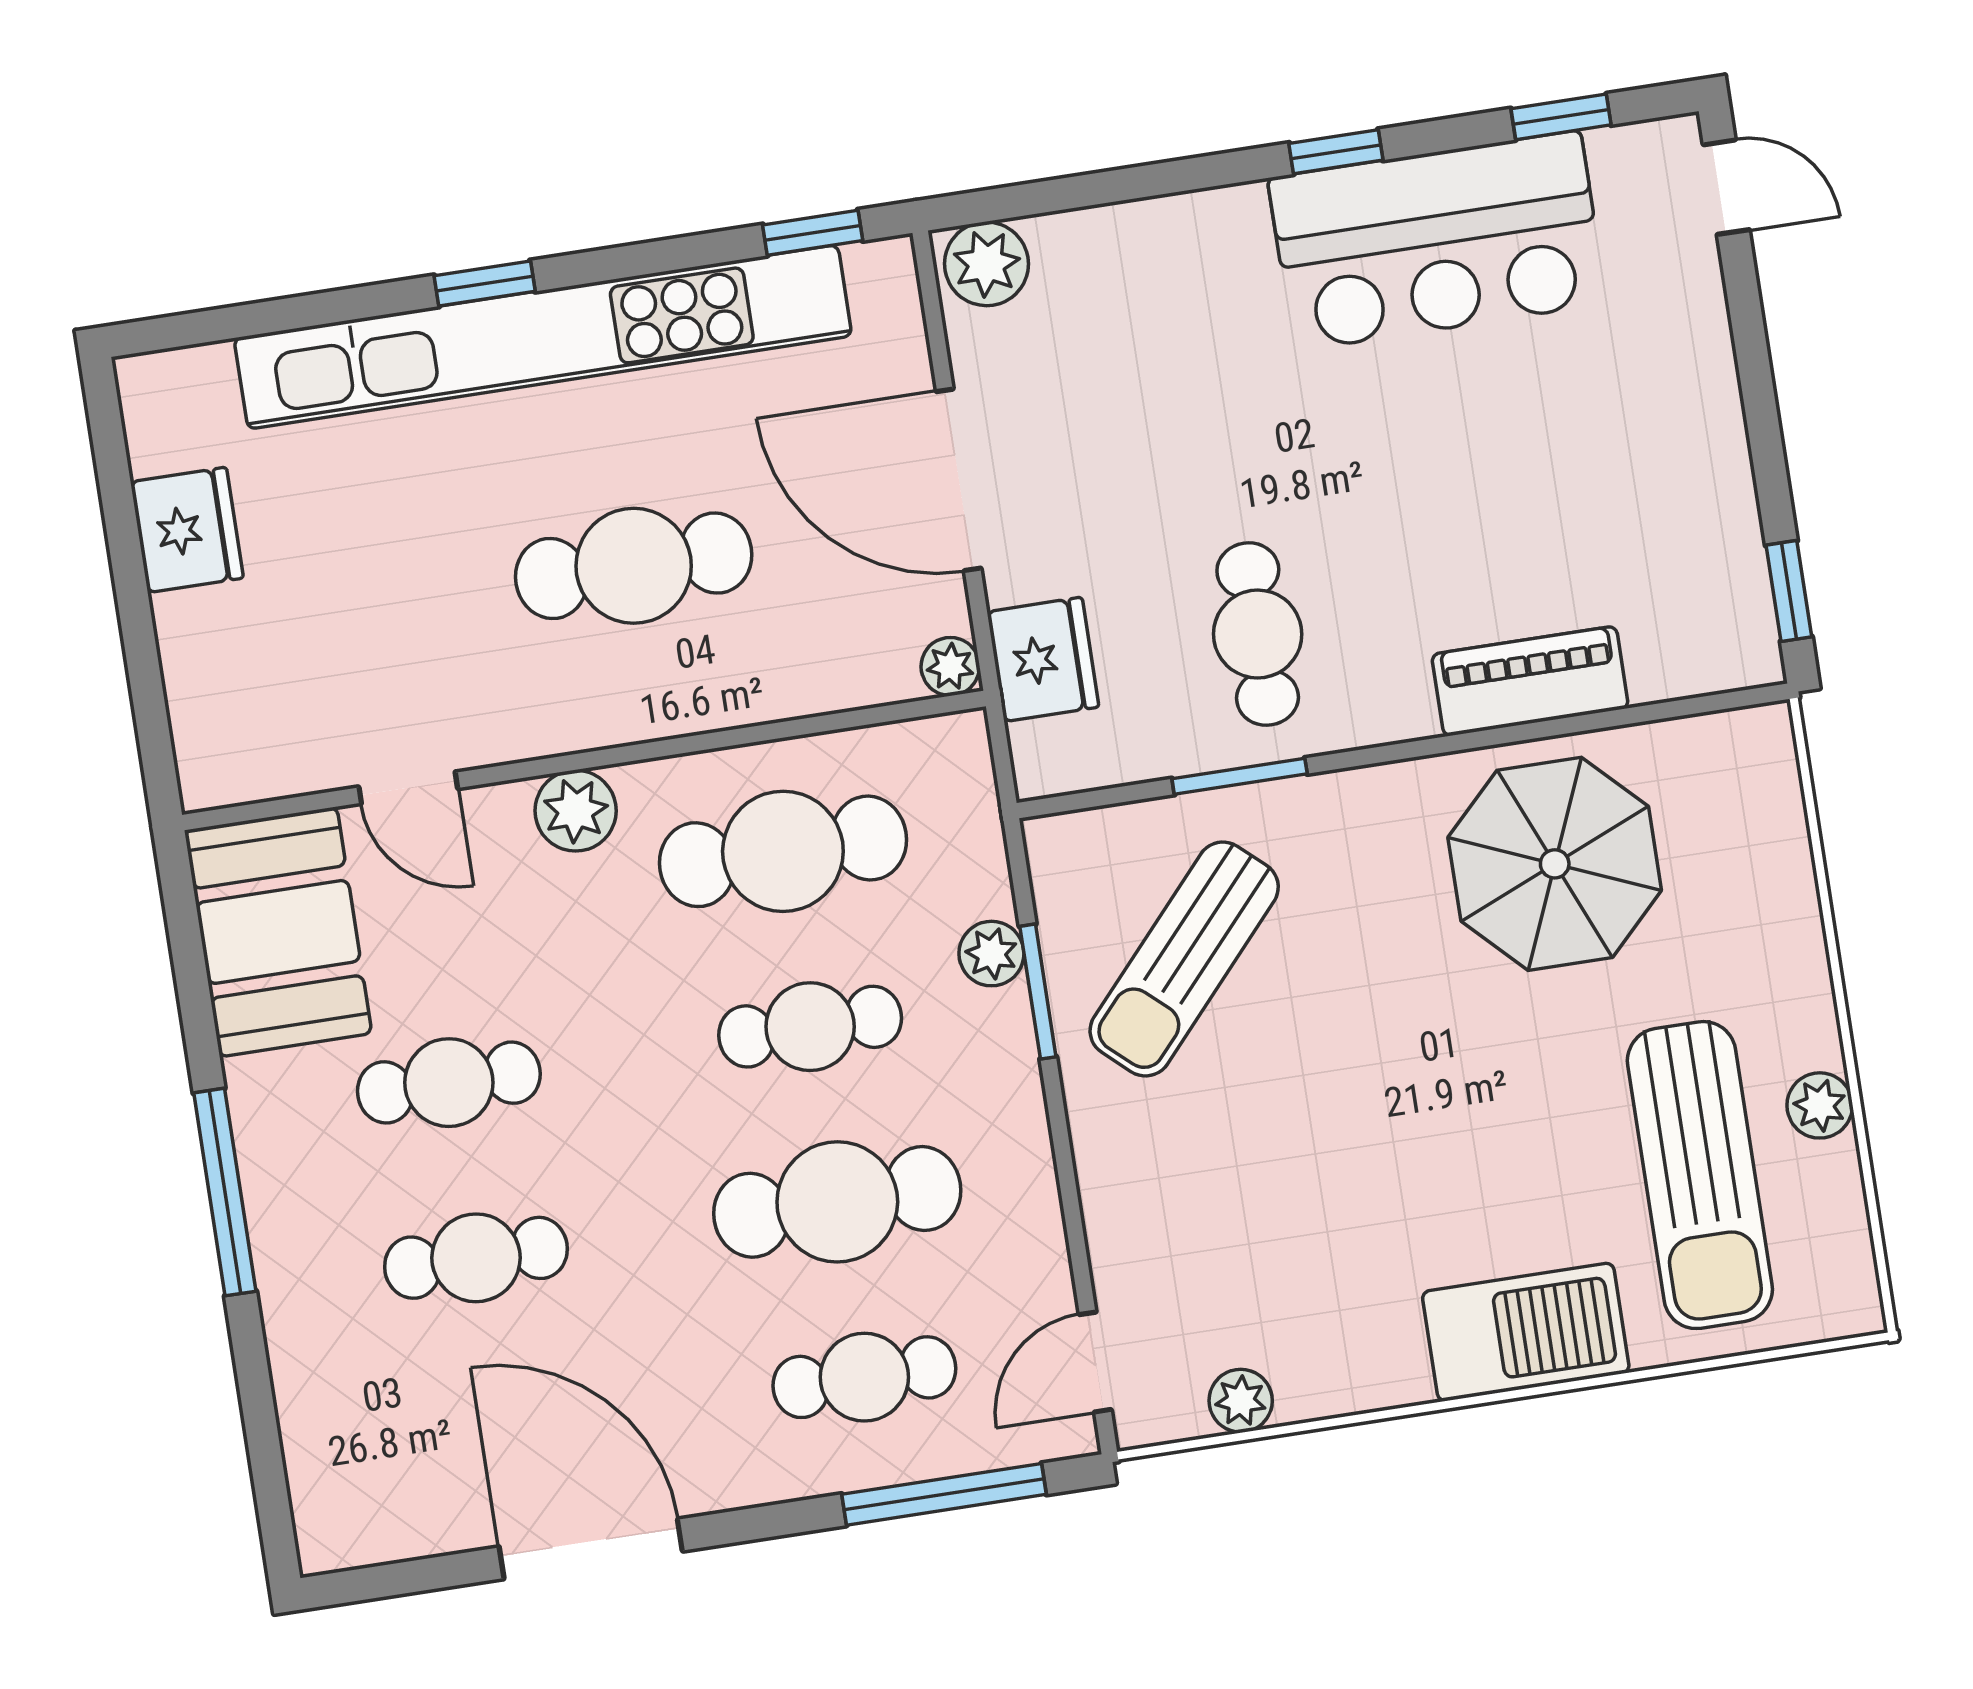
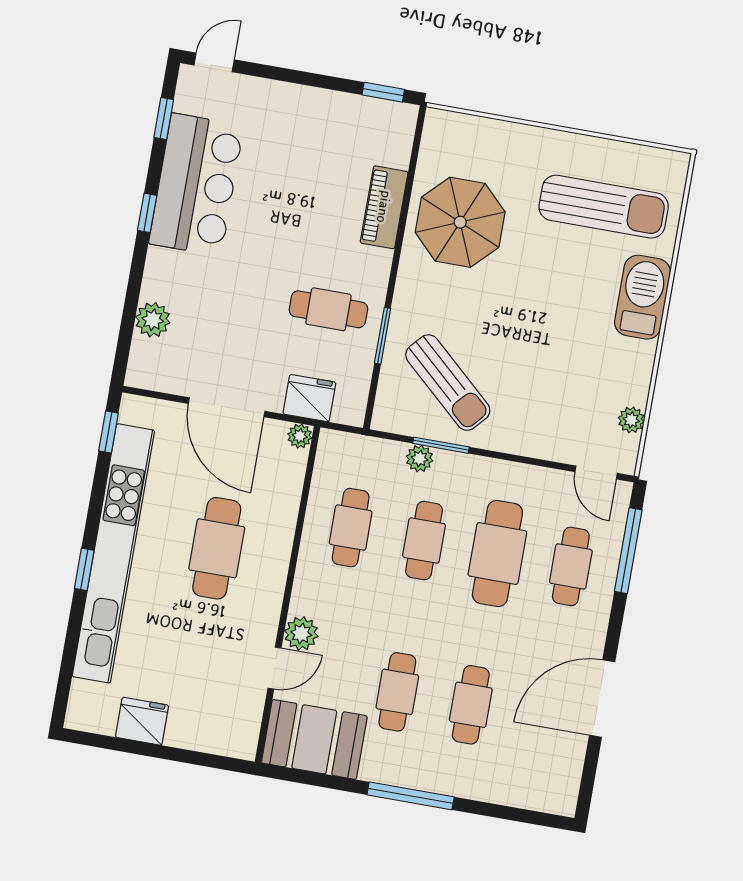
plant: (986, 264) -> (153, 320), moved
door: (959, 480) -> (227, 407), hinge flipped
plant: (576, 811) -> (301, 633), moved
cafe table: (783, 851) -> (351, 528), width x0.73, depth x0.74
plant: (1820, 1105) -> (592, 149), removed

